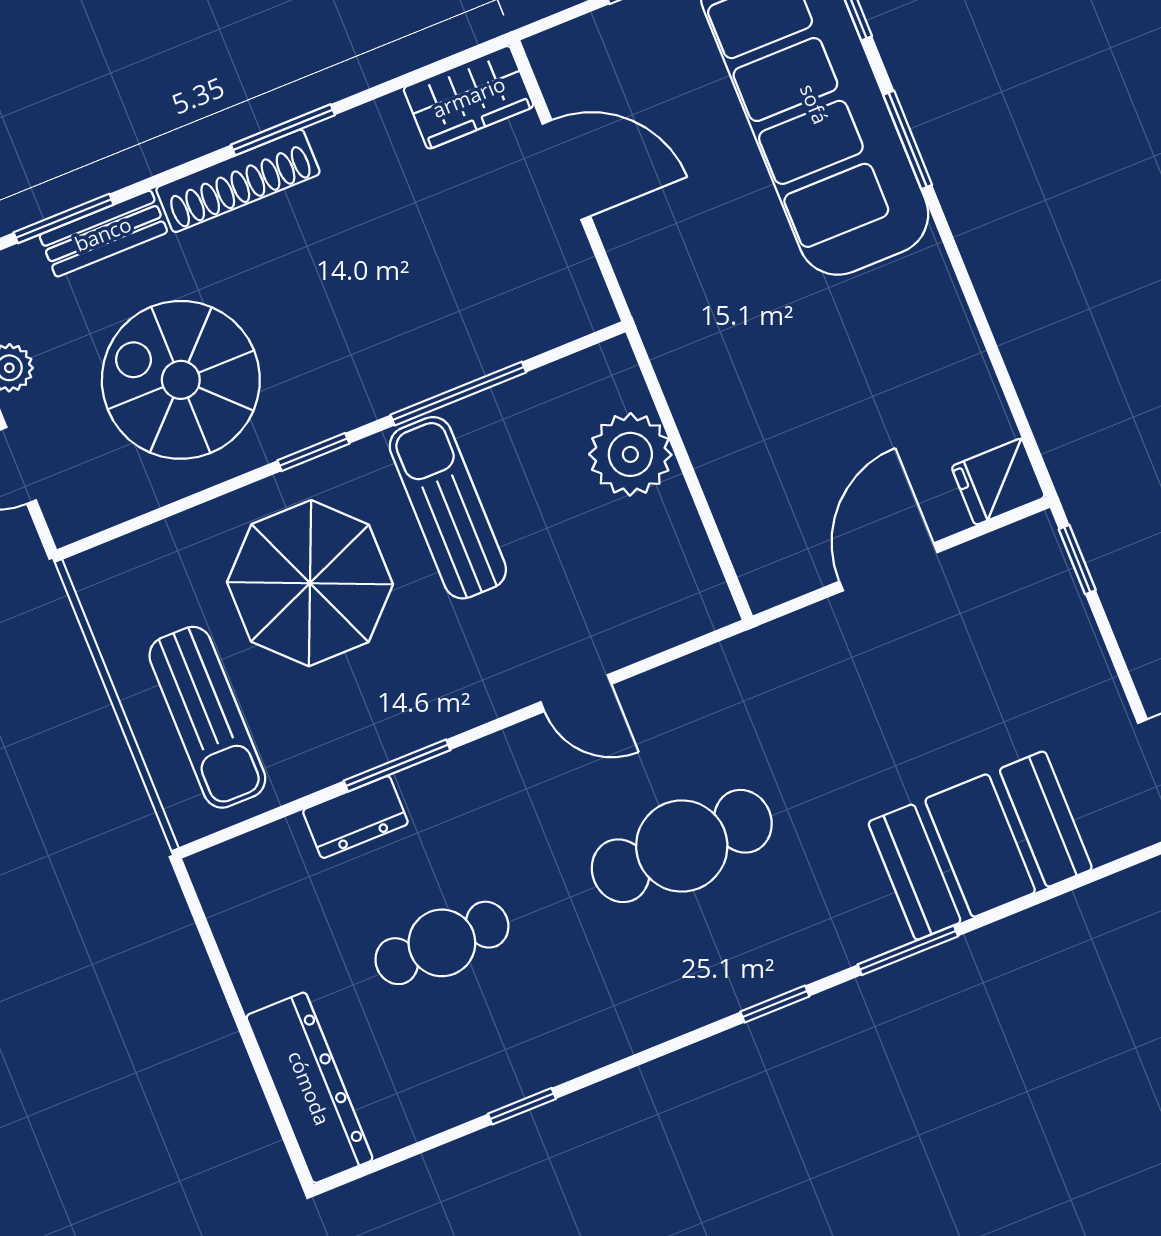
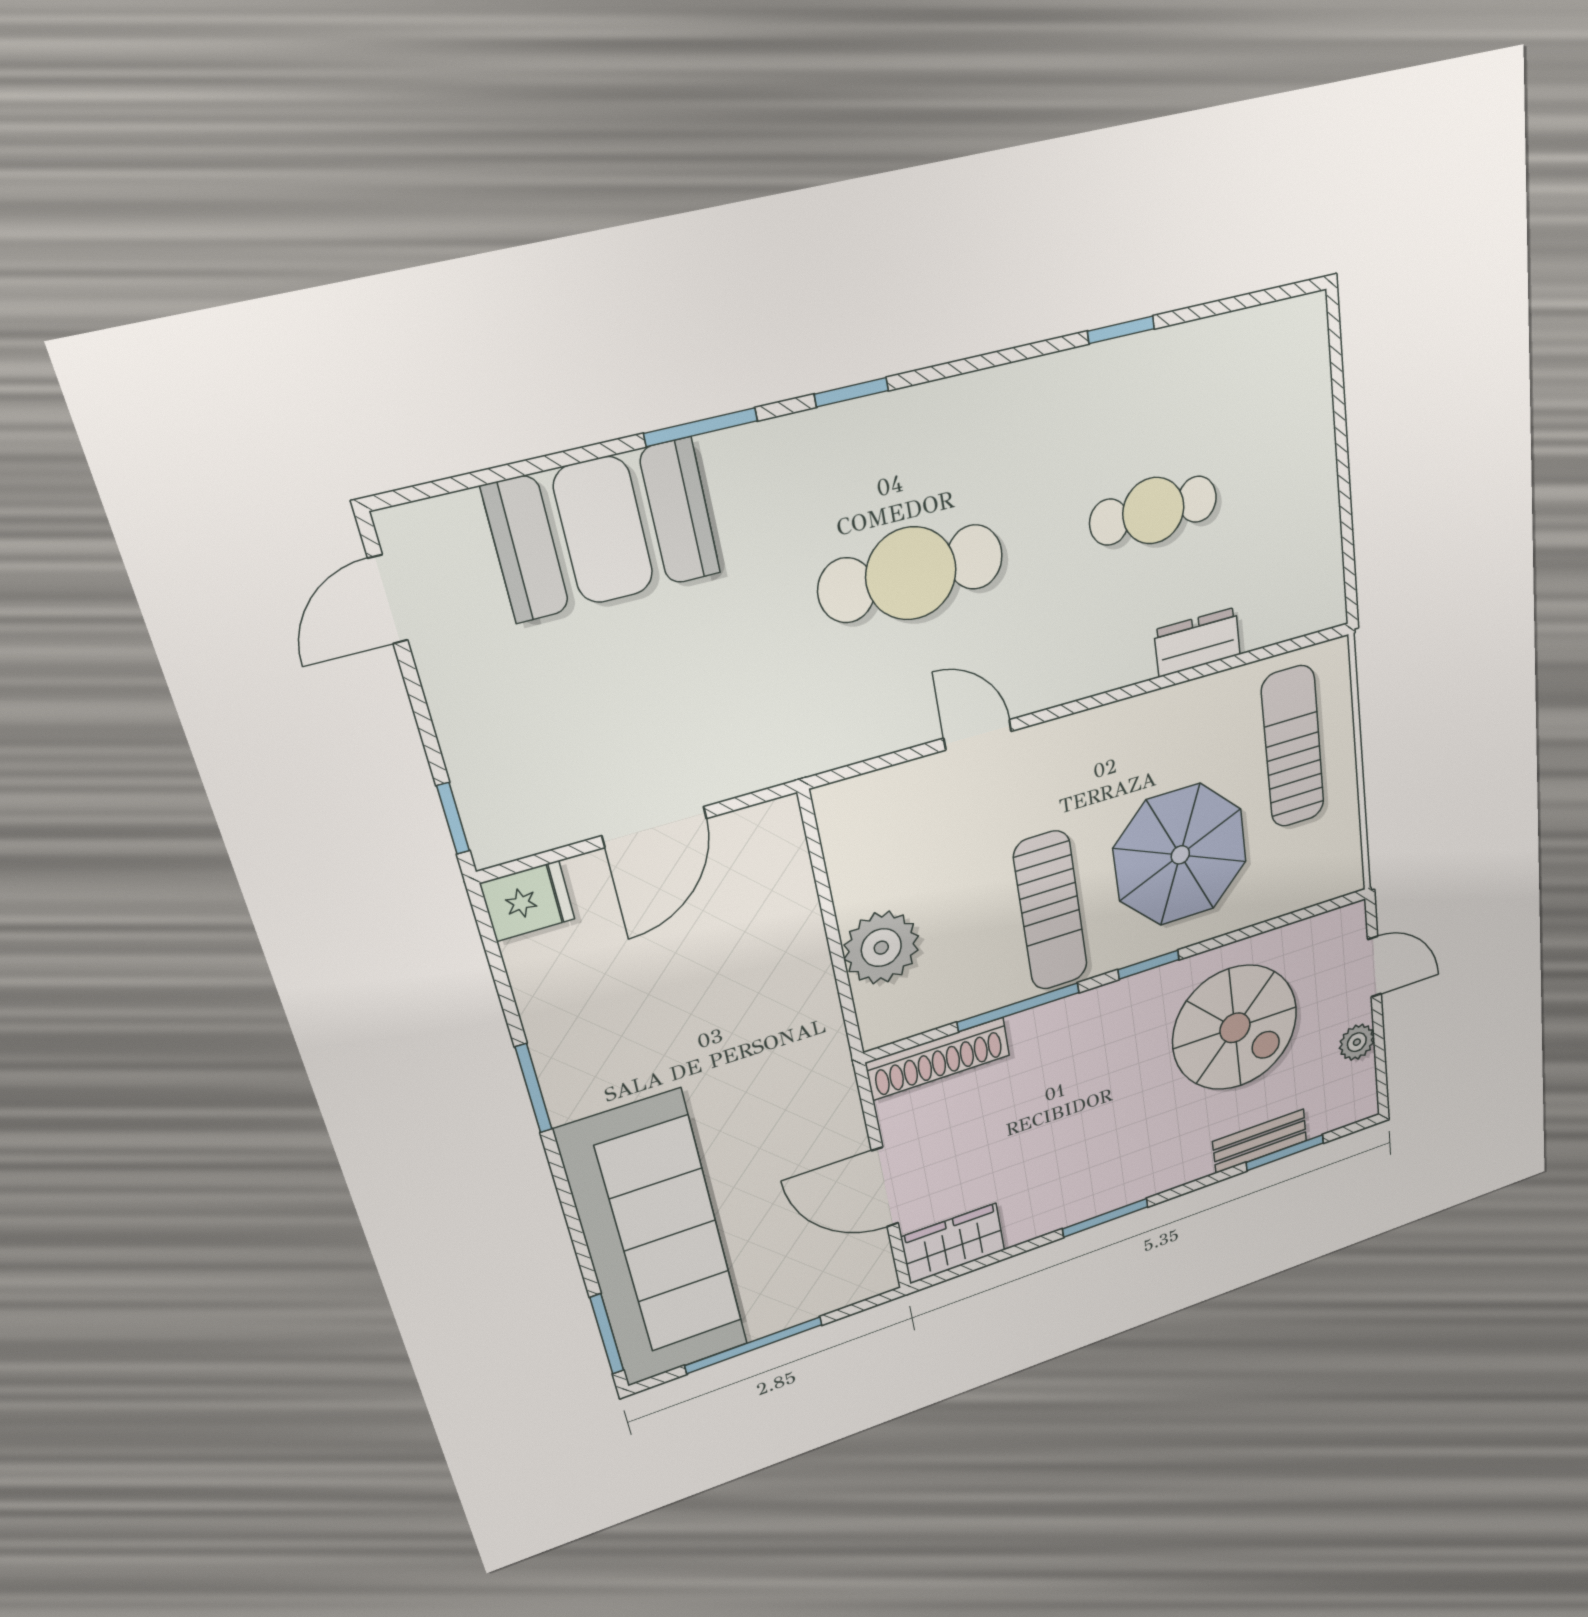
window: (908, 140) -> (534, 1088), moved
shoe rack: (238, 181) -> (938, 1059), moved, turned 180
window: (397, 765) -> (1150, 686), removed
dresser: (309, 1088) -> (1304, 388), removed

